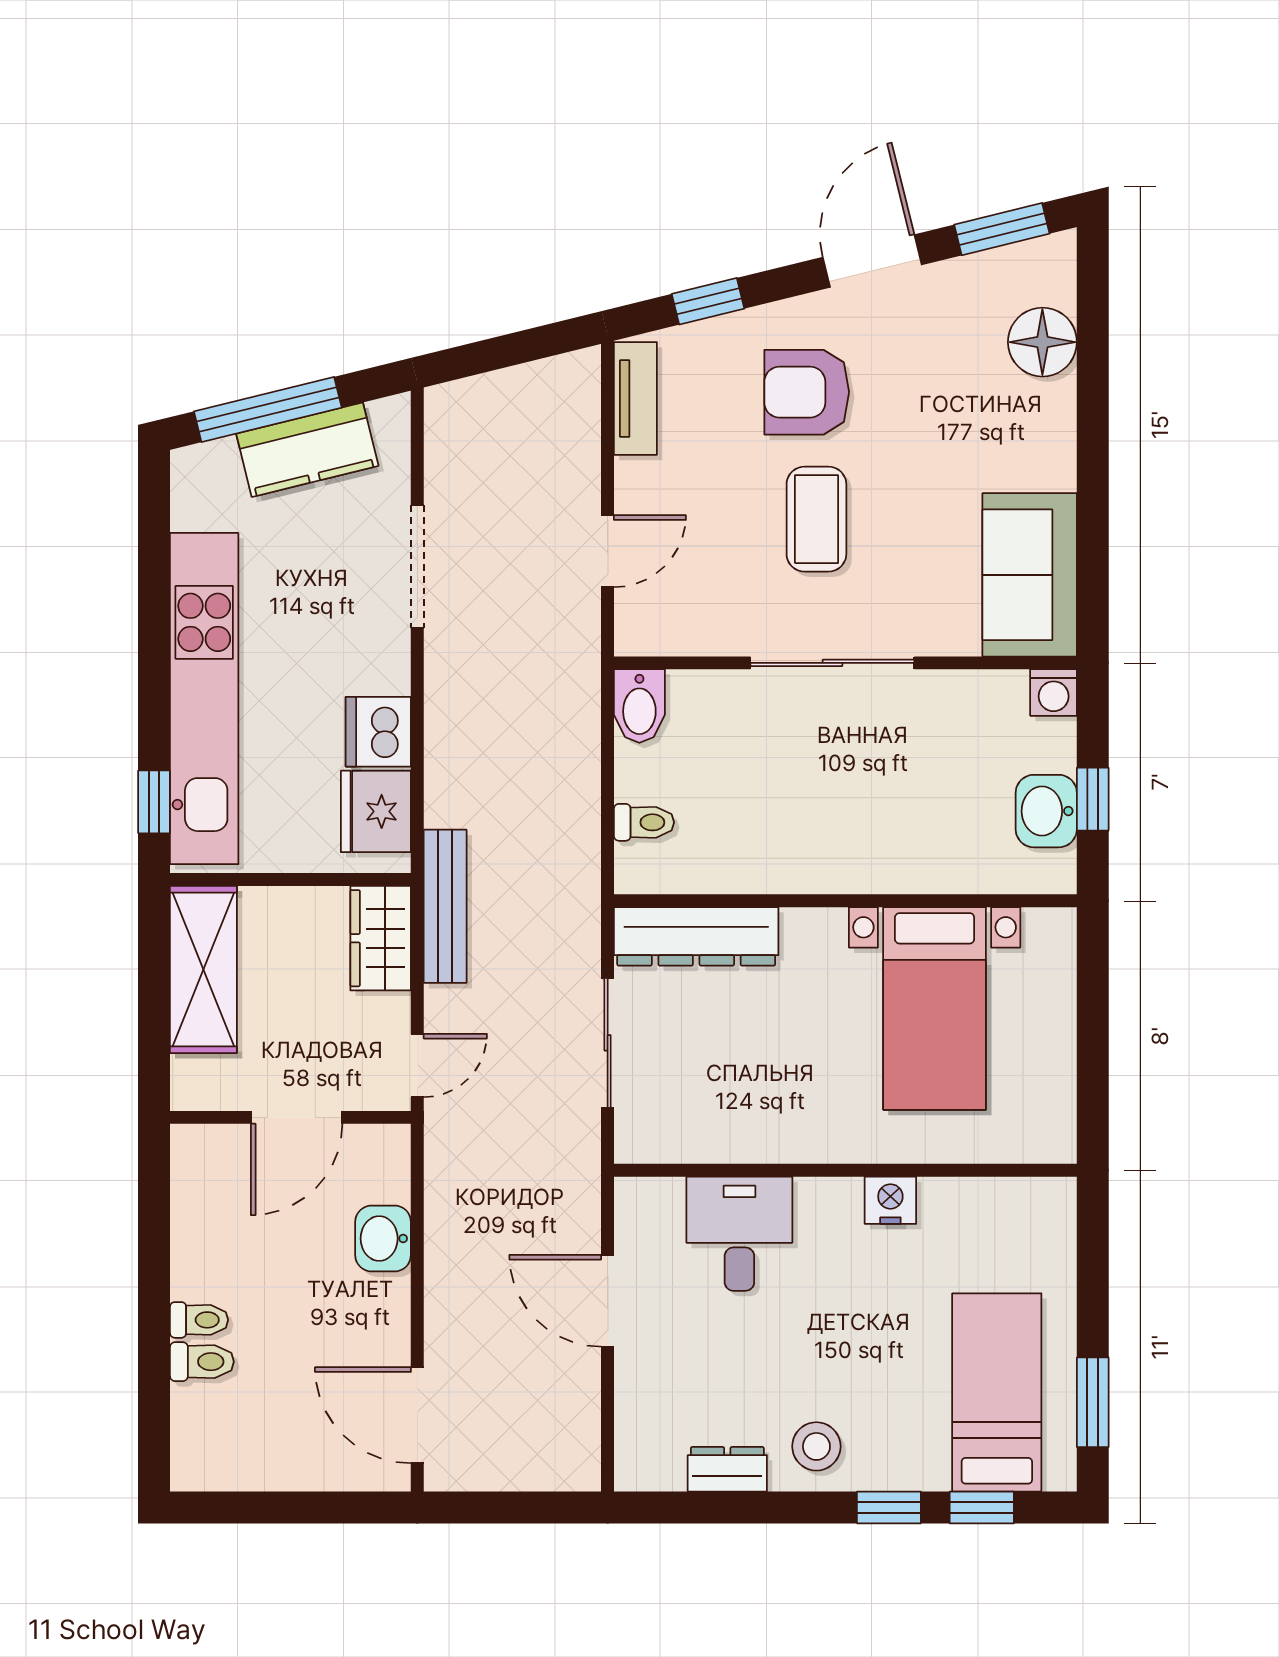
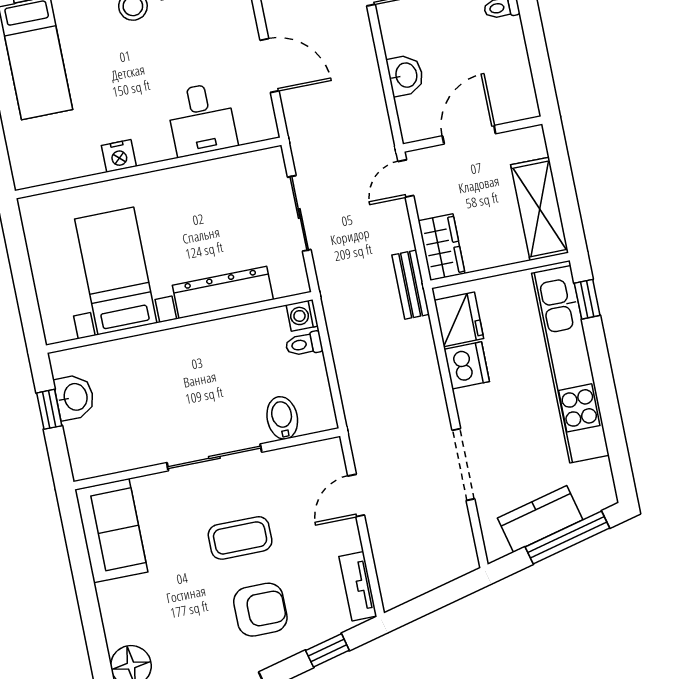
coffee table: (816, 519) -> (240, 538), turned 90
washing machine: (1054, 693) -> (302, 315), moved, turned -90
bidet: (639, 706) -> (282, 418), moved
bench: (445, 906) -> (411, 285), width x0.73
dresser: (696, 936) -> (223, 292), moved

